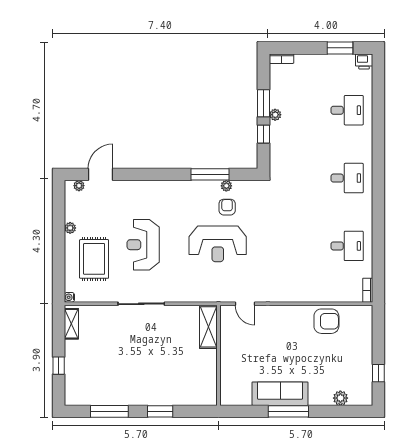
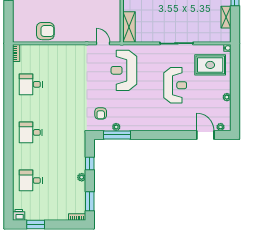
window: (264, 103) -> (90, 201), moved
door: (100, 174) -> (205, 135), swing flipped
window: (210, 174) -> (117, 135), moved
armchair: (227, 207) -> (101, 113), moved
reception desk: (218, 244) -> (124, 70), moved, turned -90
rug: (94, 259) -> (210, 65), moved, turned 90
armchair: (326, 321) -> (45, 31), turned 180
shelving: (71, 324) -> (226, 17), moved

